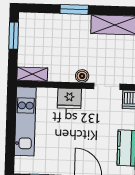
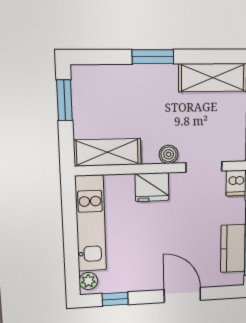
shelving: (32, 74) -> (107, 152), width x1.50, depth x1.33
plant: (21, 163) -> (88, 281), added

